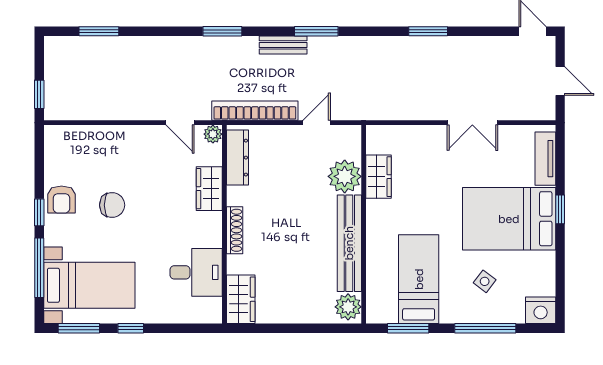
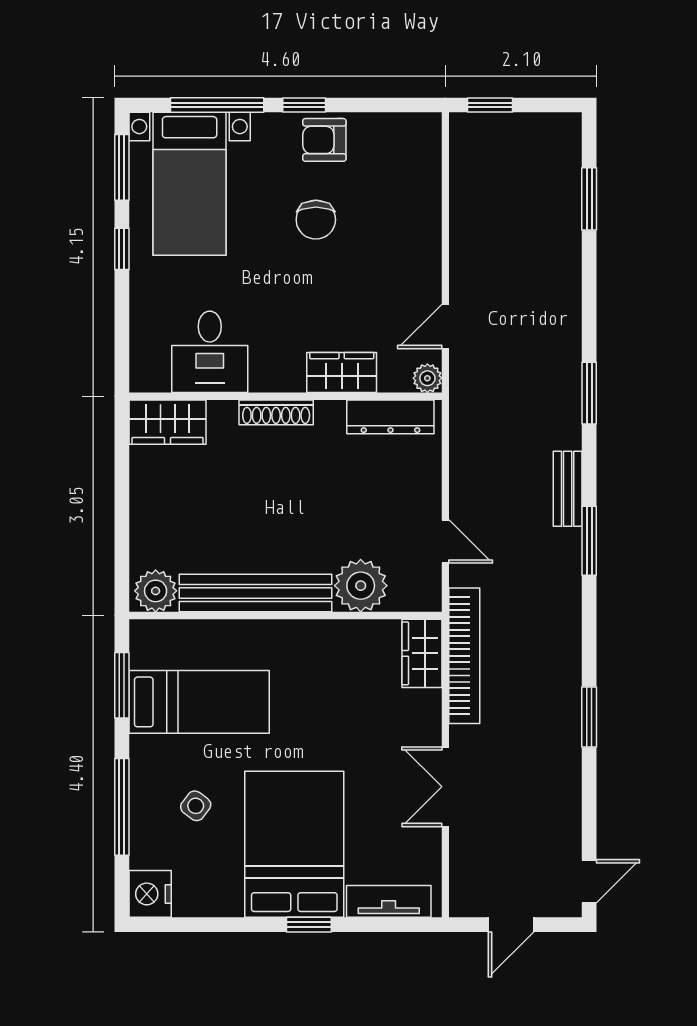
bookcase: (255, 111) -> (464, 656), moved
wardrobe: (379, 177) -> (422, 653), moved, turned 90

